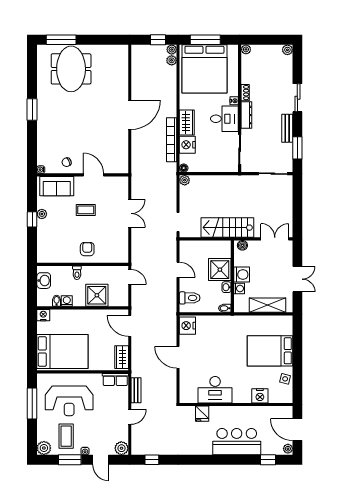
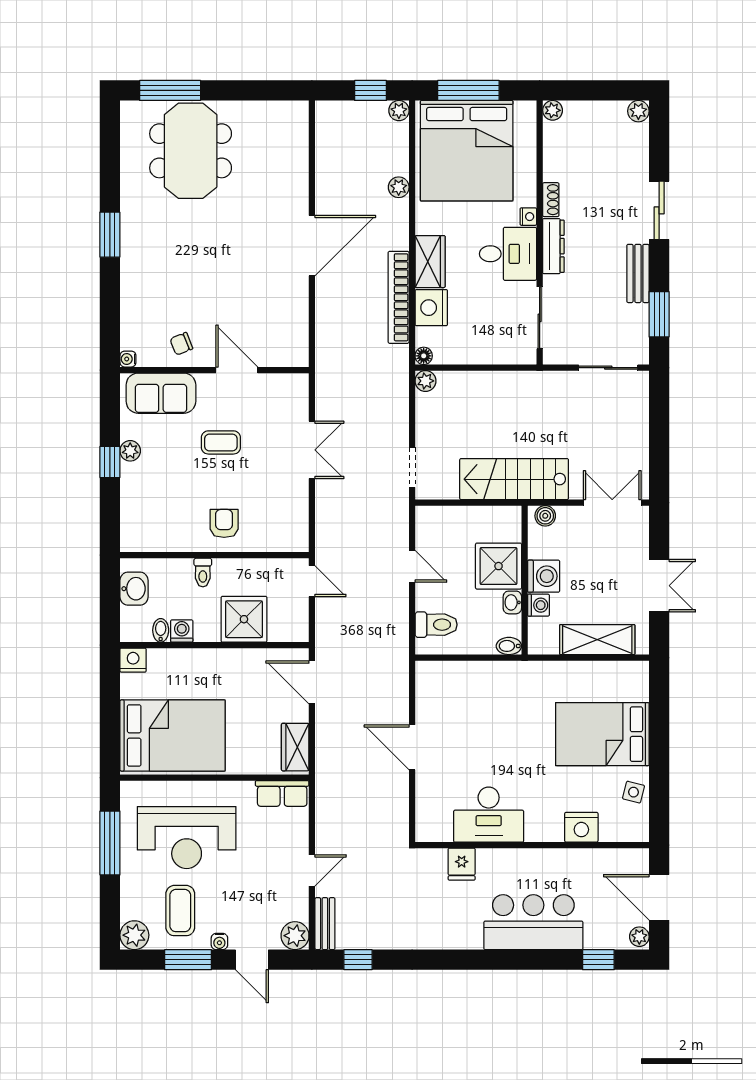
plant: (172, 60) -> (399, 187), moved
nightstand: (187, 326) -> (431, 682), removed
bench: (136, 390) -> (325, 924), moved

